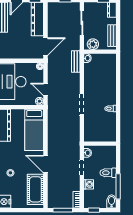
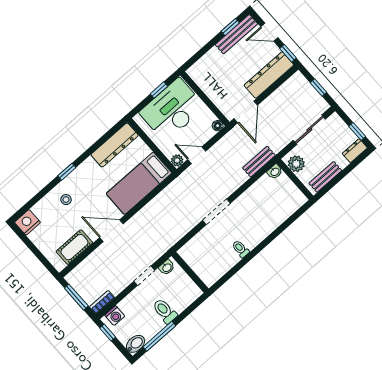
door: (46, 47) -> (246, 112), hinge flipped
door: (46, 89) -> (197, 155), hinge flipped
door: (46, 164) -> (111, 231), hinge flipped
washing machine: (89, 184) -> (115, 316), moved
cot: (35, 189) -> (74, 247), width x0.73, depth x0.75

